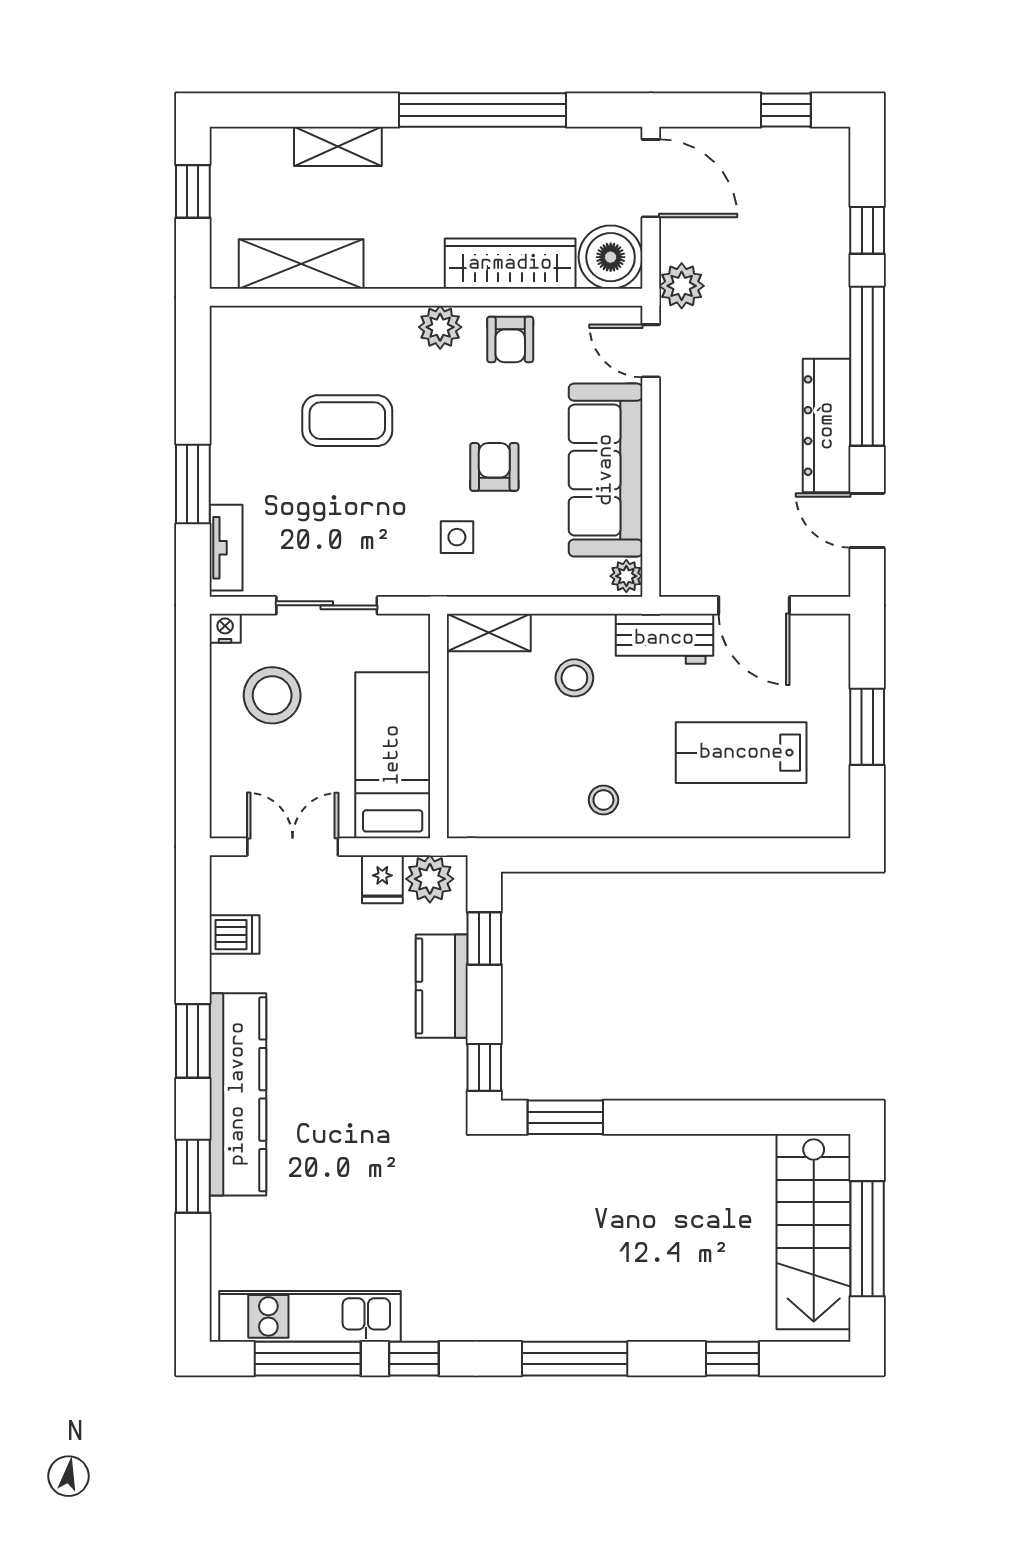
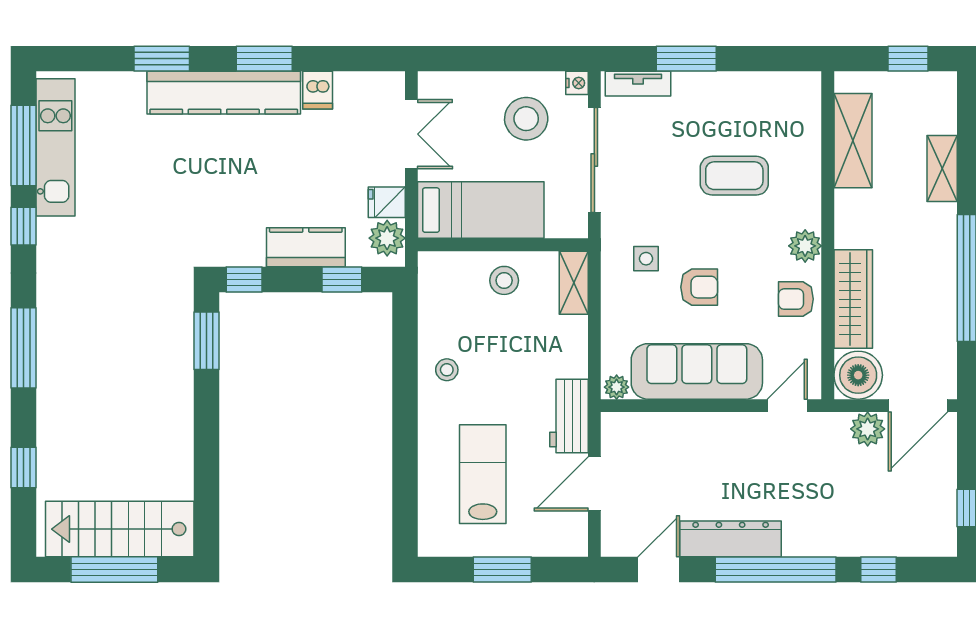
plant: (682, 286) -> (868, 429), moved
coffee table: (347, 421) -> (734, 176), turned 90
sliding door: (327, 605) -> (594, 160), width x1.37
stool: (574, 678) -> (504, 280), moved
dishwasher: (234, 935) -> (318, 90), moved

